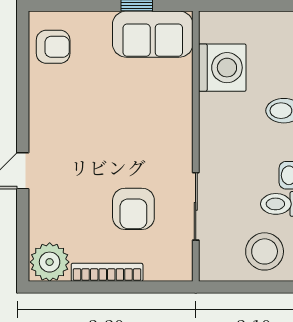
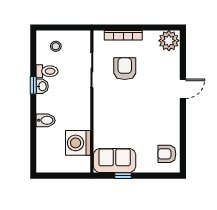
stool: (265, 251) -> (56, 46), width x0.53, depth x0.53
bookcase: (107, 272) -> (123, 35), moved

